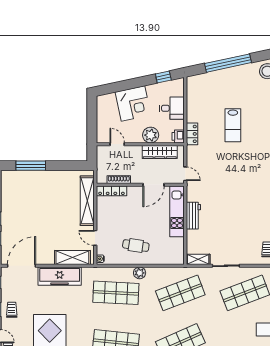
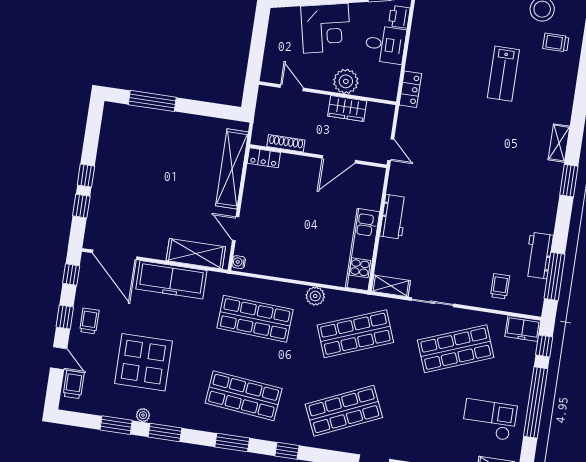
lab bench: (233, 125) -> (503, 74), moved
printer: (178, 136) -> (399, 17), moved
wardrobe: (160, 152) -> (347, 108), width x0.67
locker: (111, 191) -> (264, 158), width x0.66
kitchen unit: (177, 211) -> (363, 249), moved
cafe table: (136, 246) -> (297, 250), removed
door: (22, 266) -> (115, 255), swing flipped
plant: (140, 273) -> (315, 296), moved

